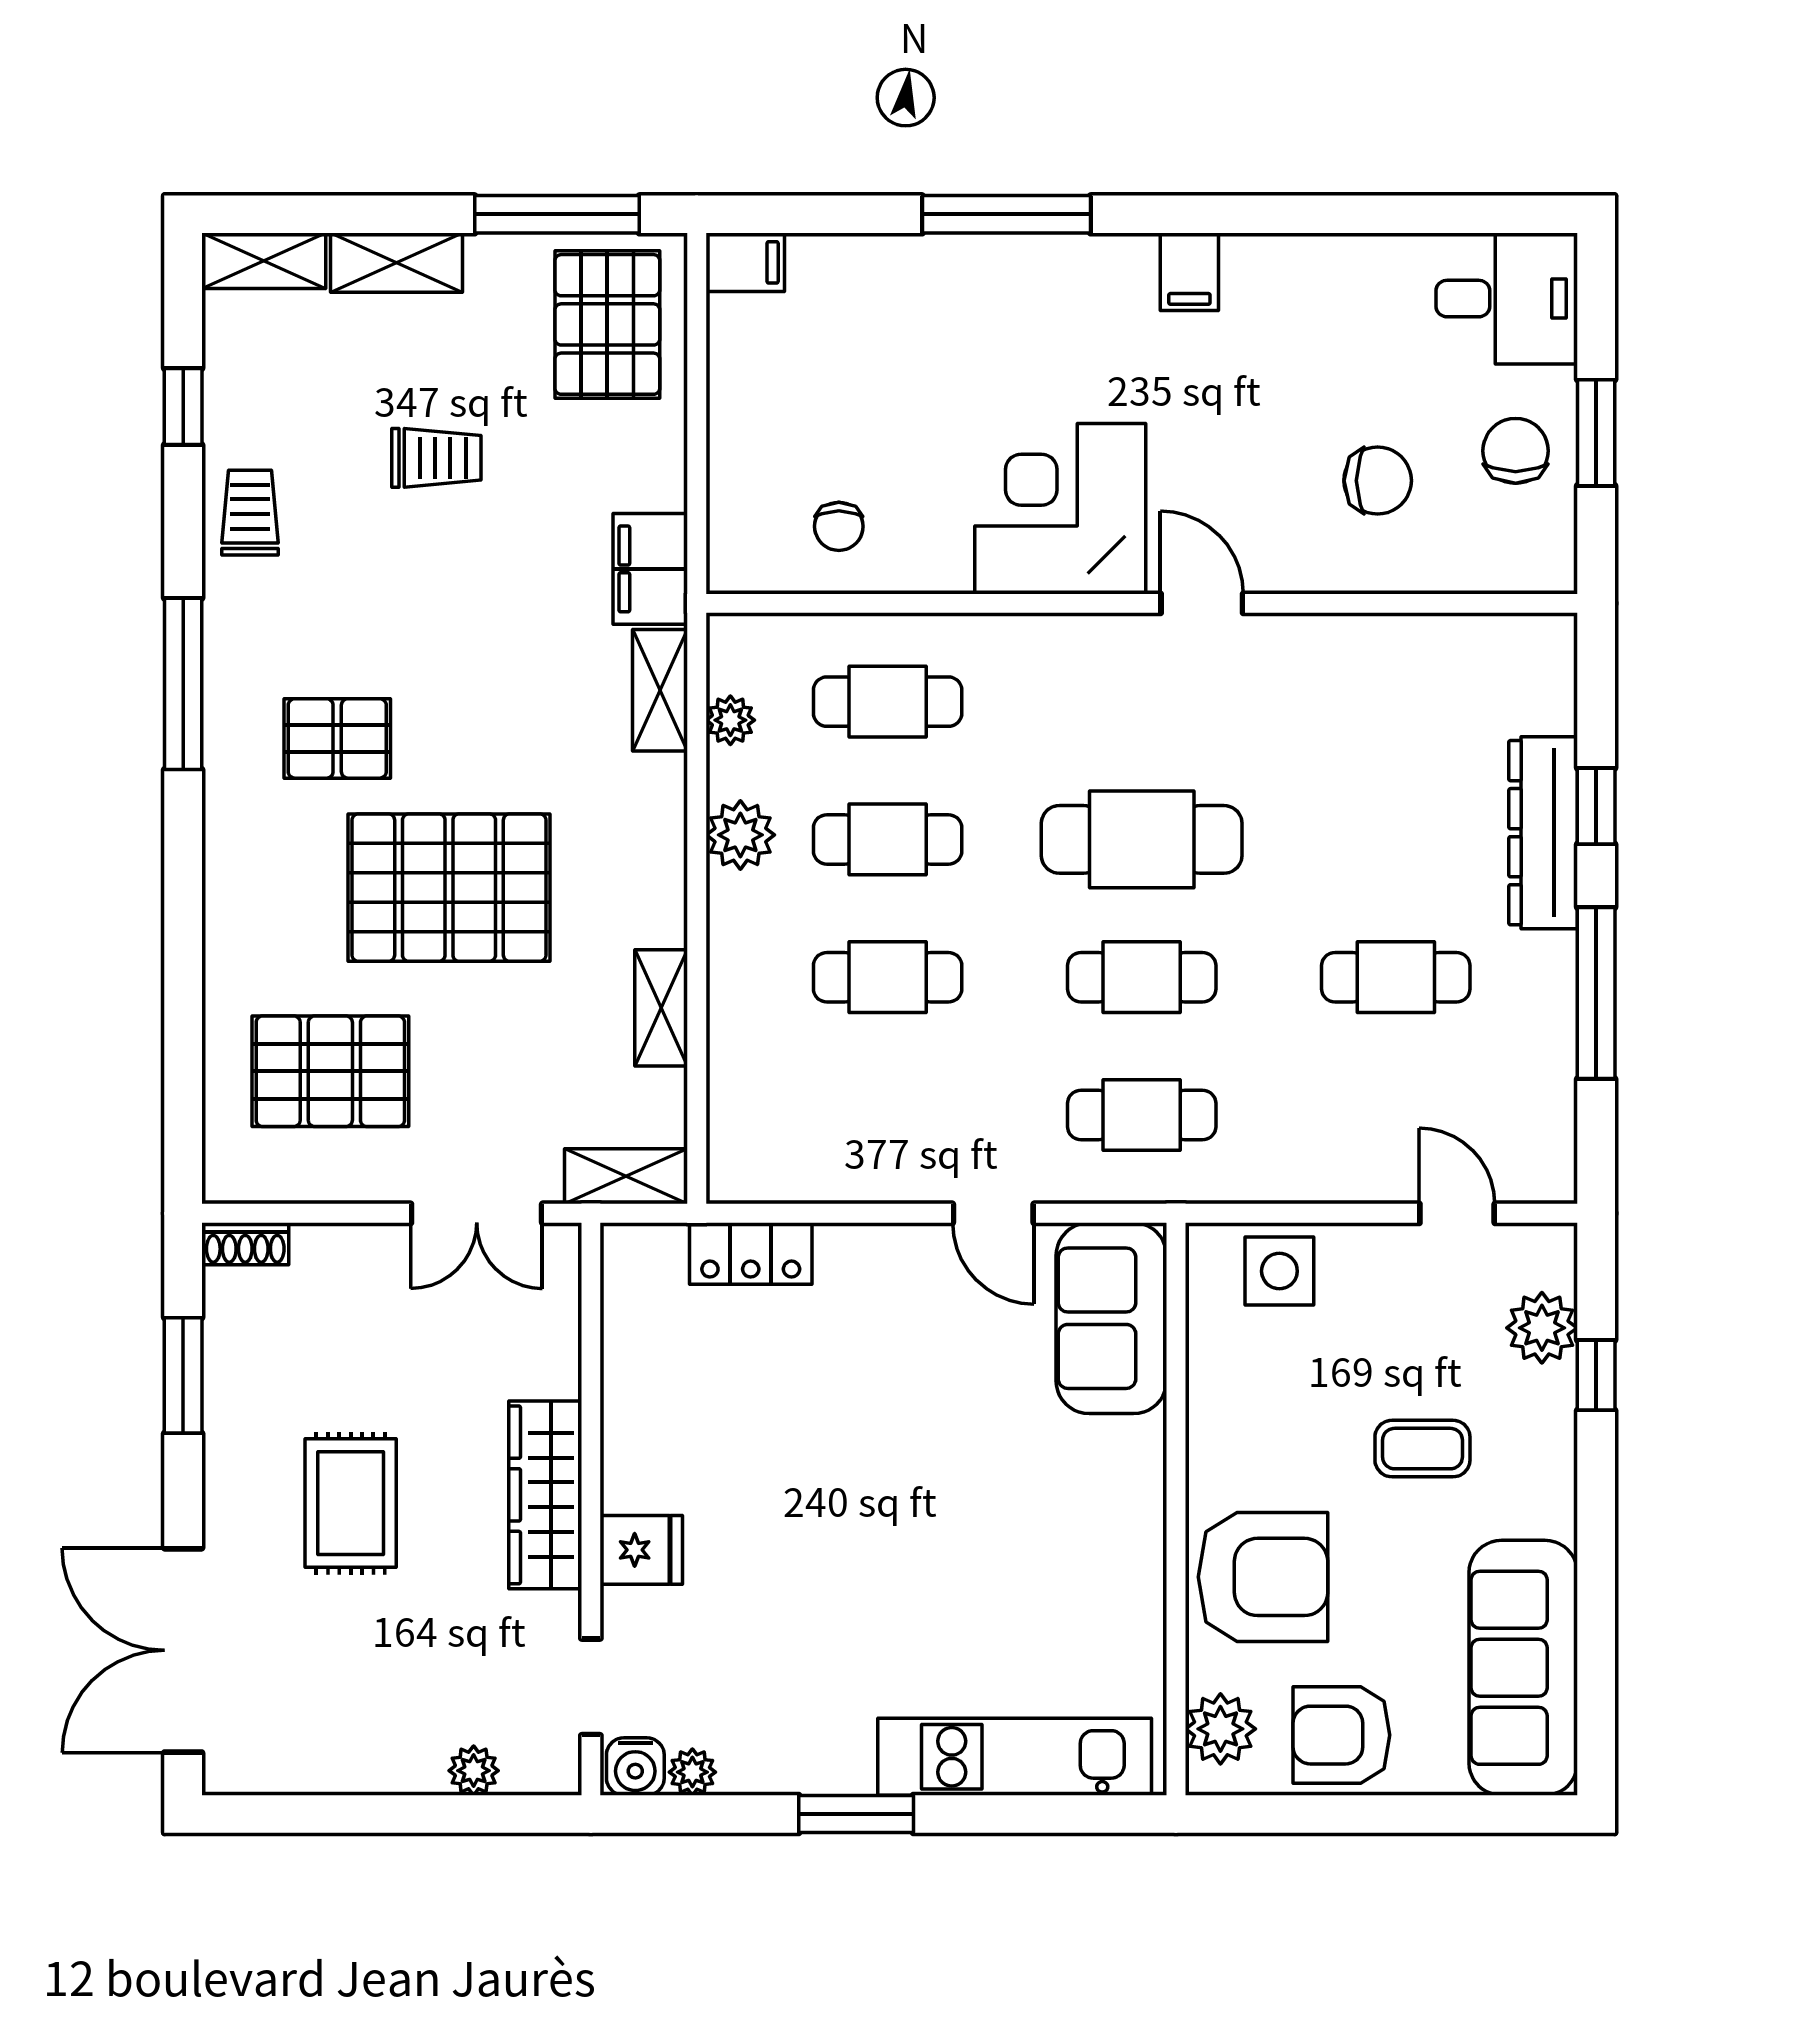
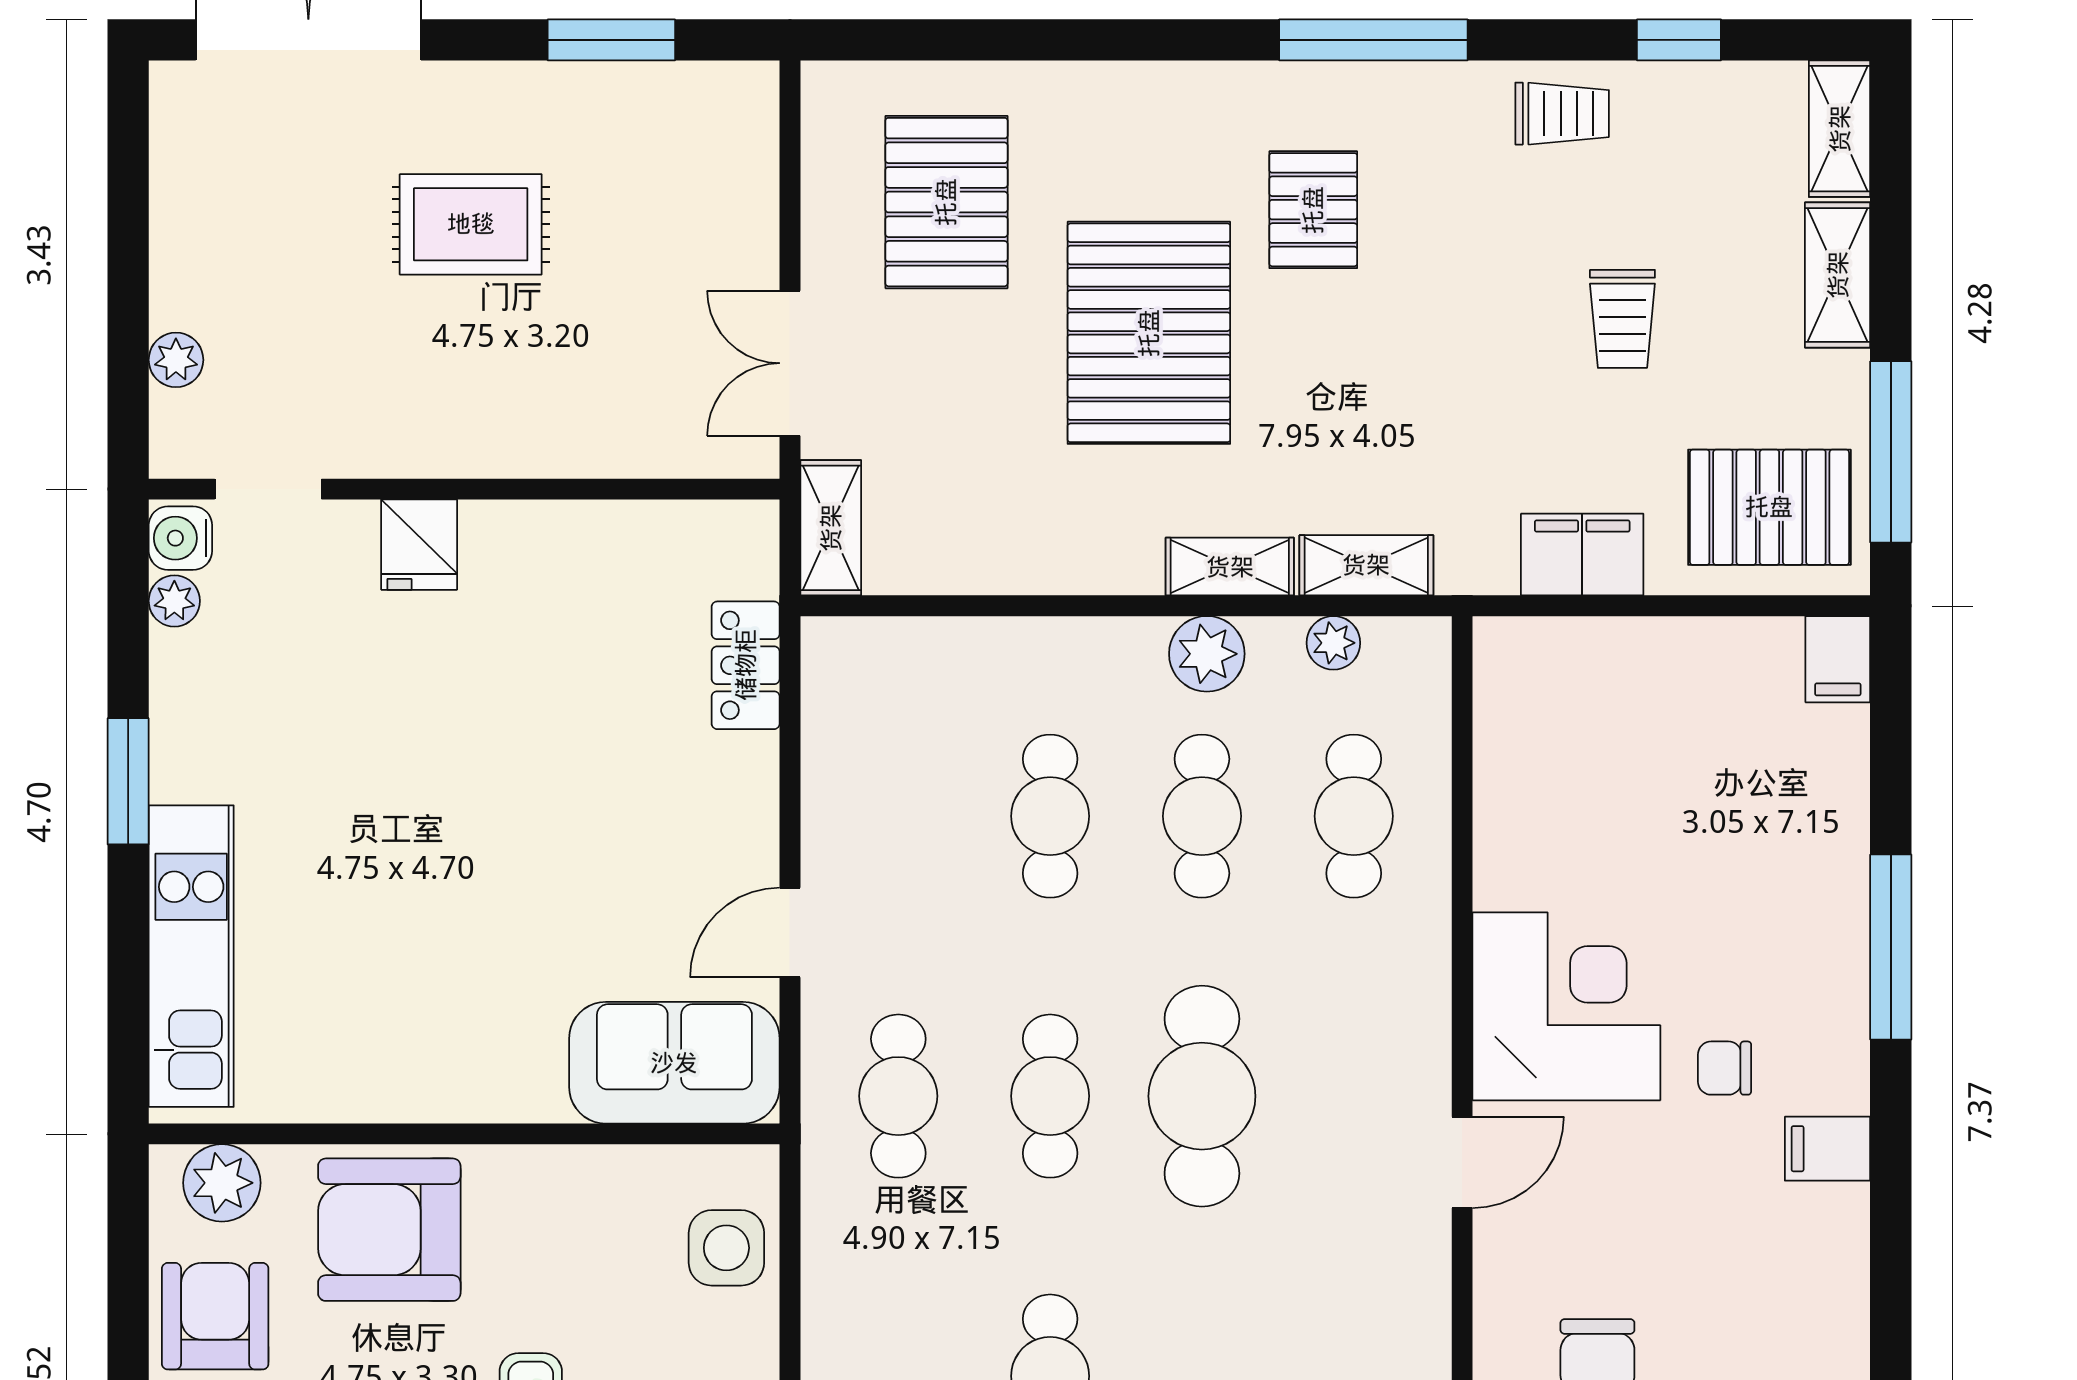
chair: (839, 526) -> (1725, 1068), moved
filing cabinet: (650, 569) -> (1582, 555), moved
shelving: (661, 1008) -> (1230, 567), moved
shoe rack: (245, 1244) -> (756, 108), removed
wardrobe: (545, 1495) -> (480, 439), removed
armchair: (1263, 1577) -> (389, 1230), turned 90

